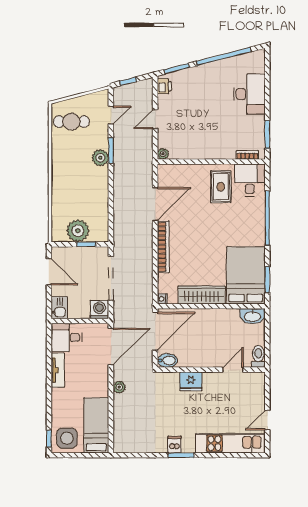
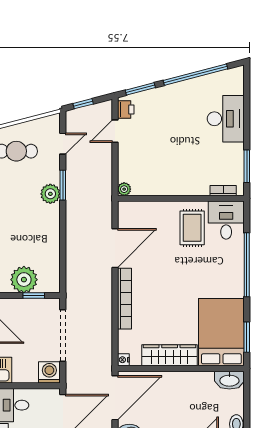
door: (155, 119) -> (115, 131), moved

